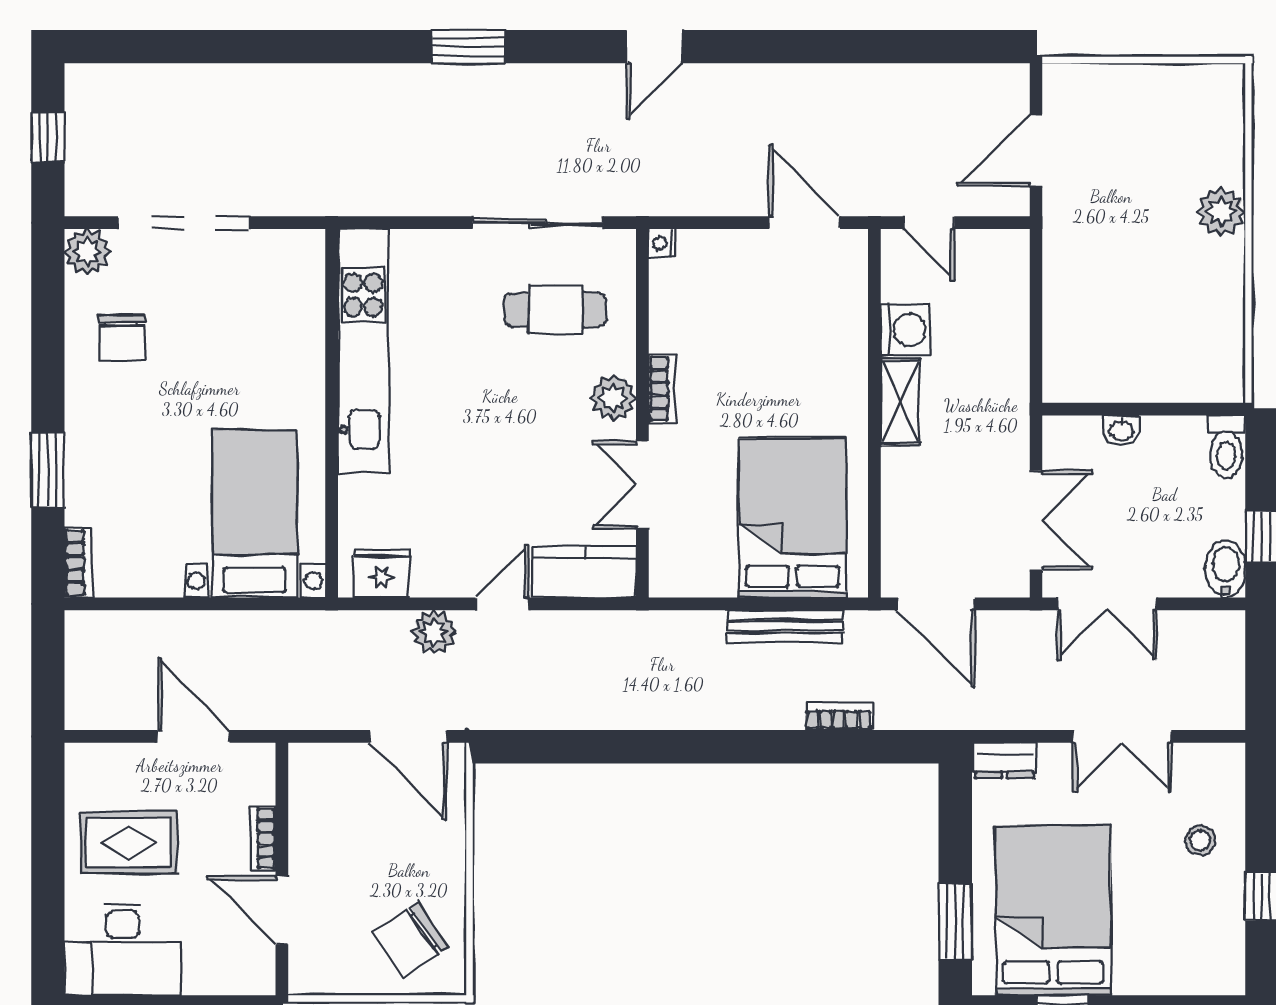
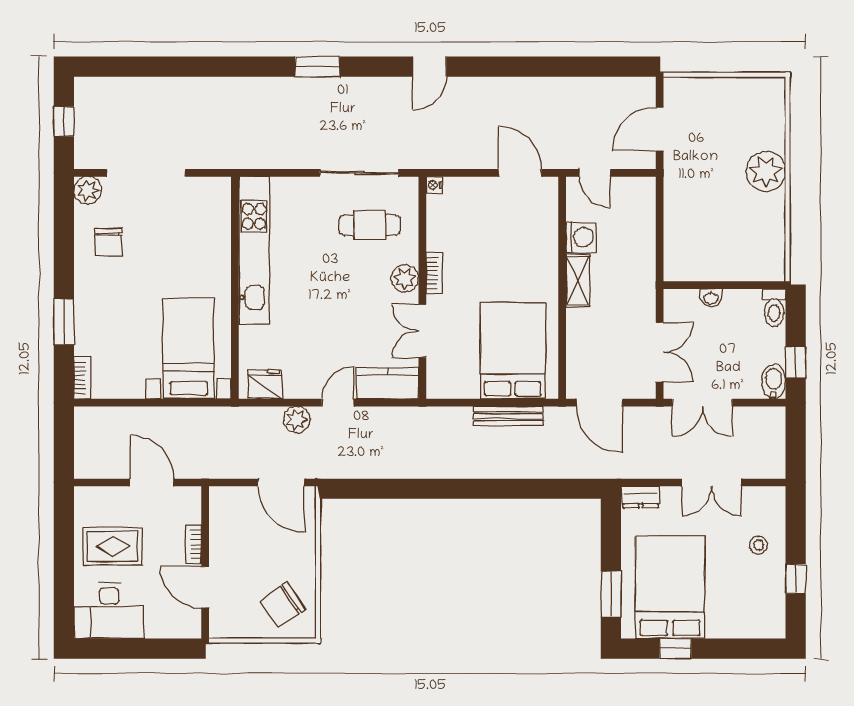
plant: (1221, 212) -> (766, 171), width x1.36, depth x1.36
bookcase: (839, 717) -> (541, 471), removed

